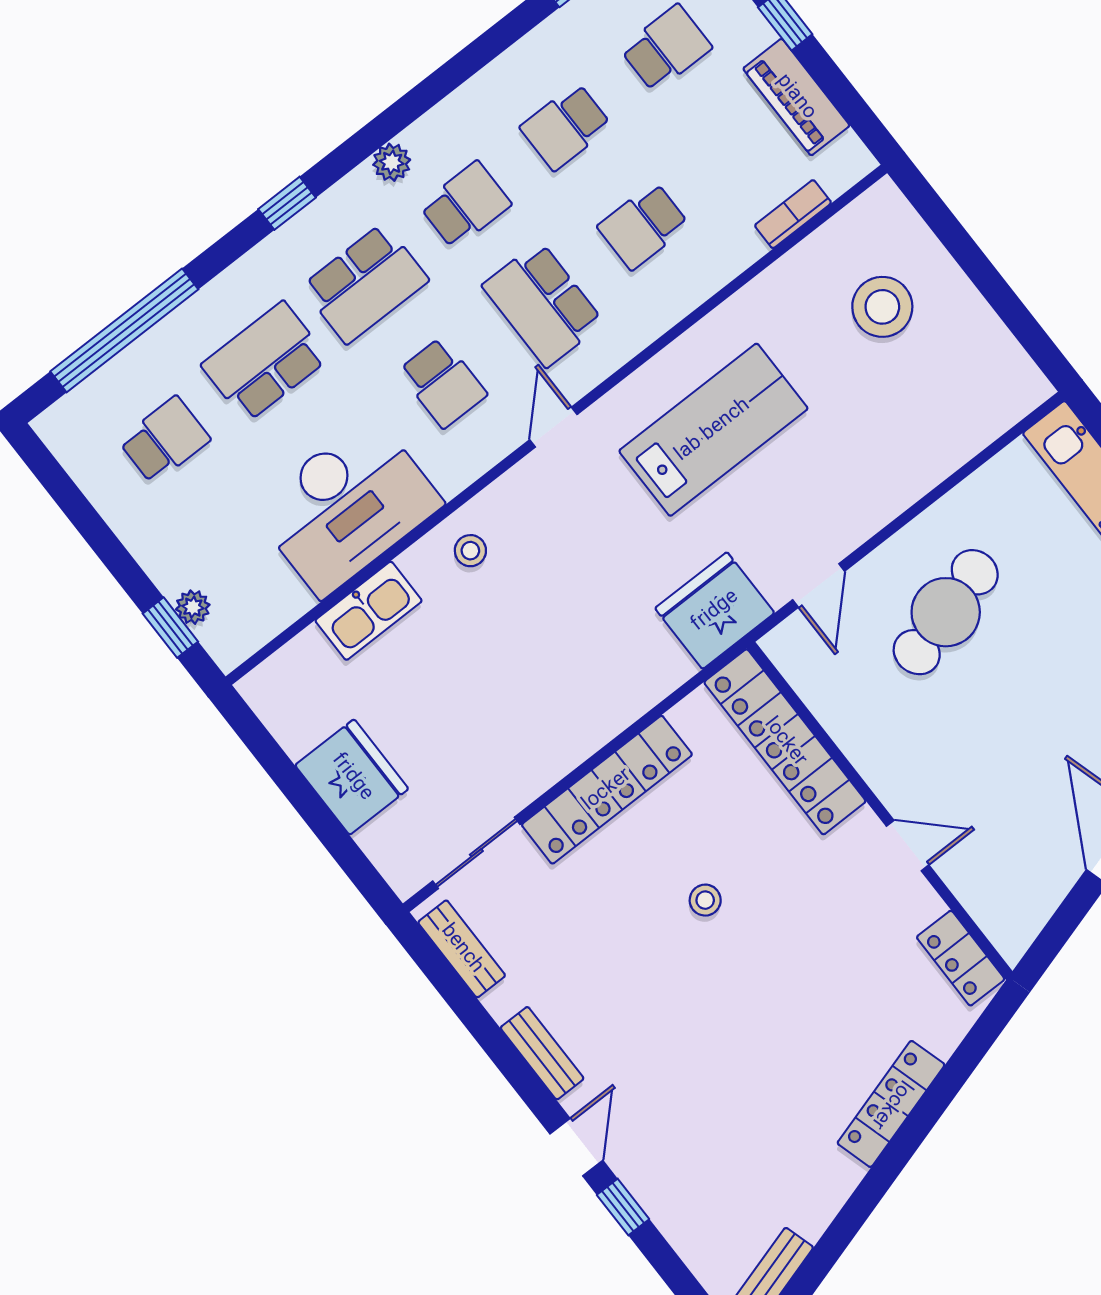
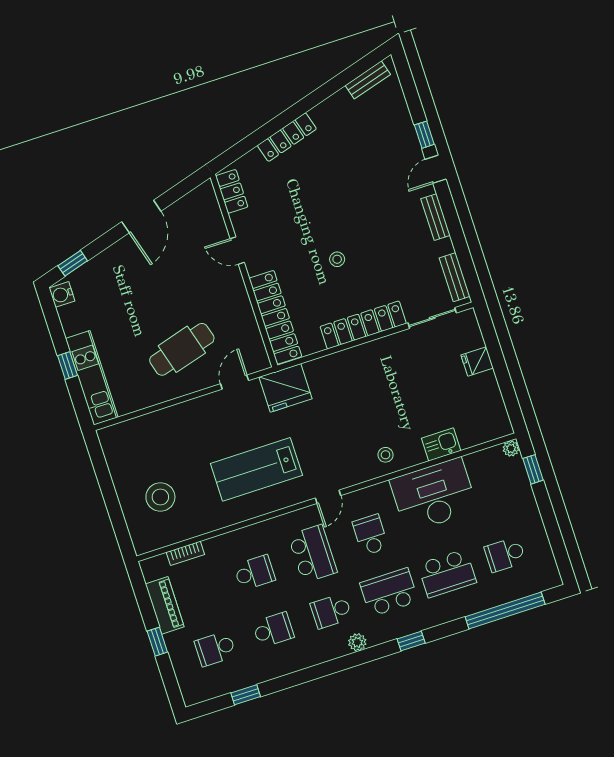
plant: (193, 607) -> (511, 449), moved
kitchen sink: (369, 611) -> (441, 444), width x0.73
fridge: (352, 777) -> (477, 362), width x0.53, depth x0.75

